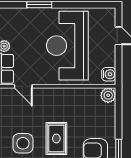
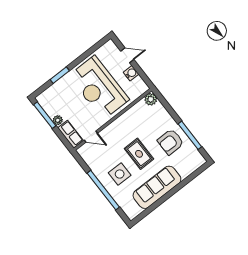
water cooler: (109, 74) -> (131, 73), moved

